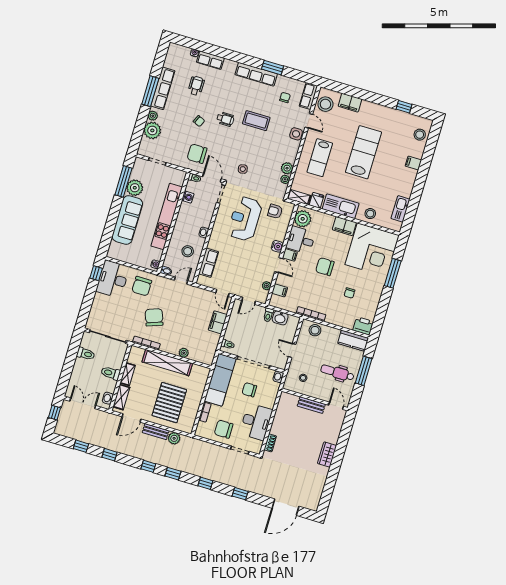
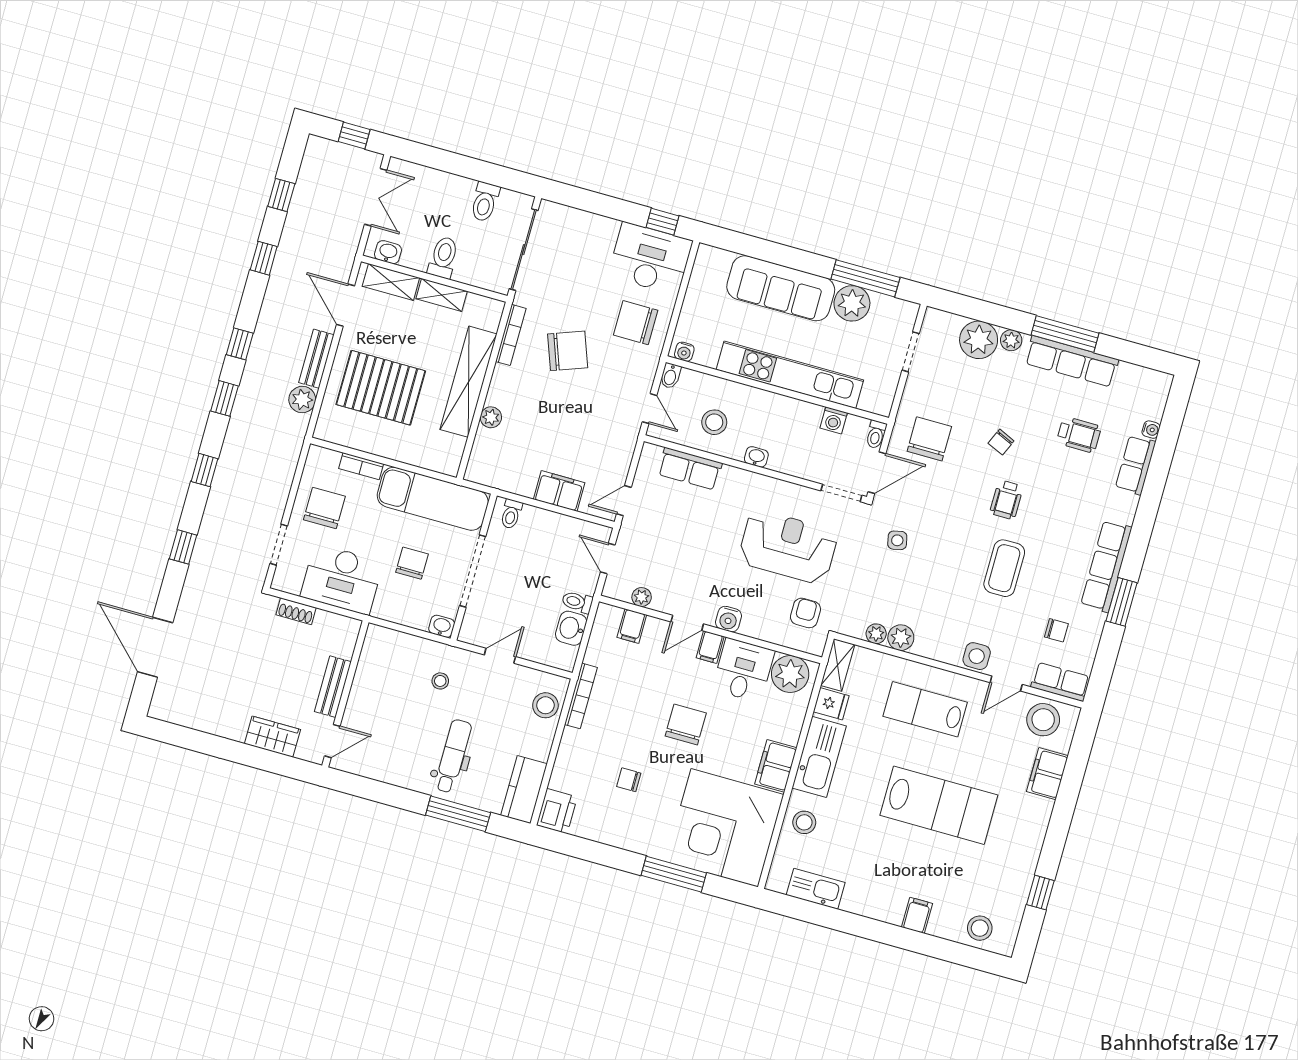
wall: (315, 399) -> (345, 694), moved
bench: (311, 405) -> (333, 687), moved
door: (336, 406) -> (332, 741), moved

